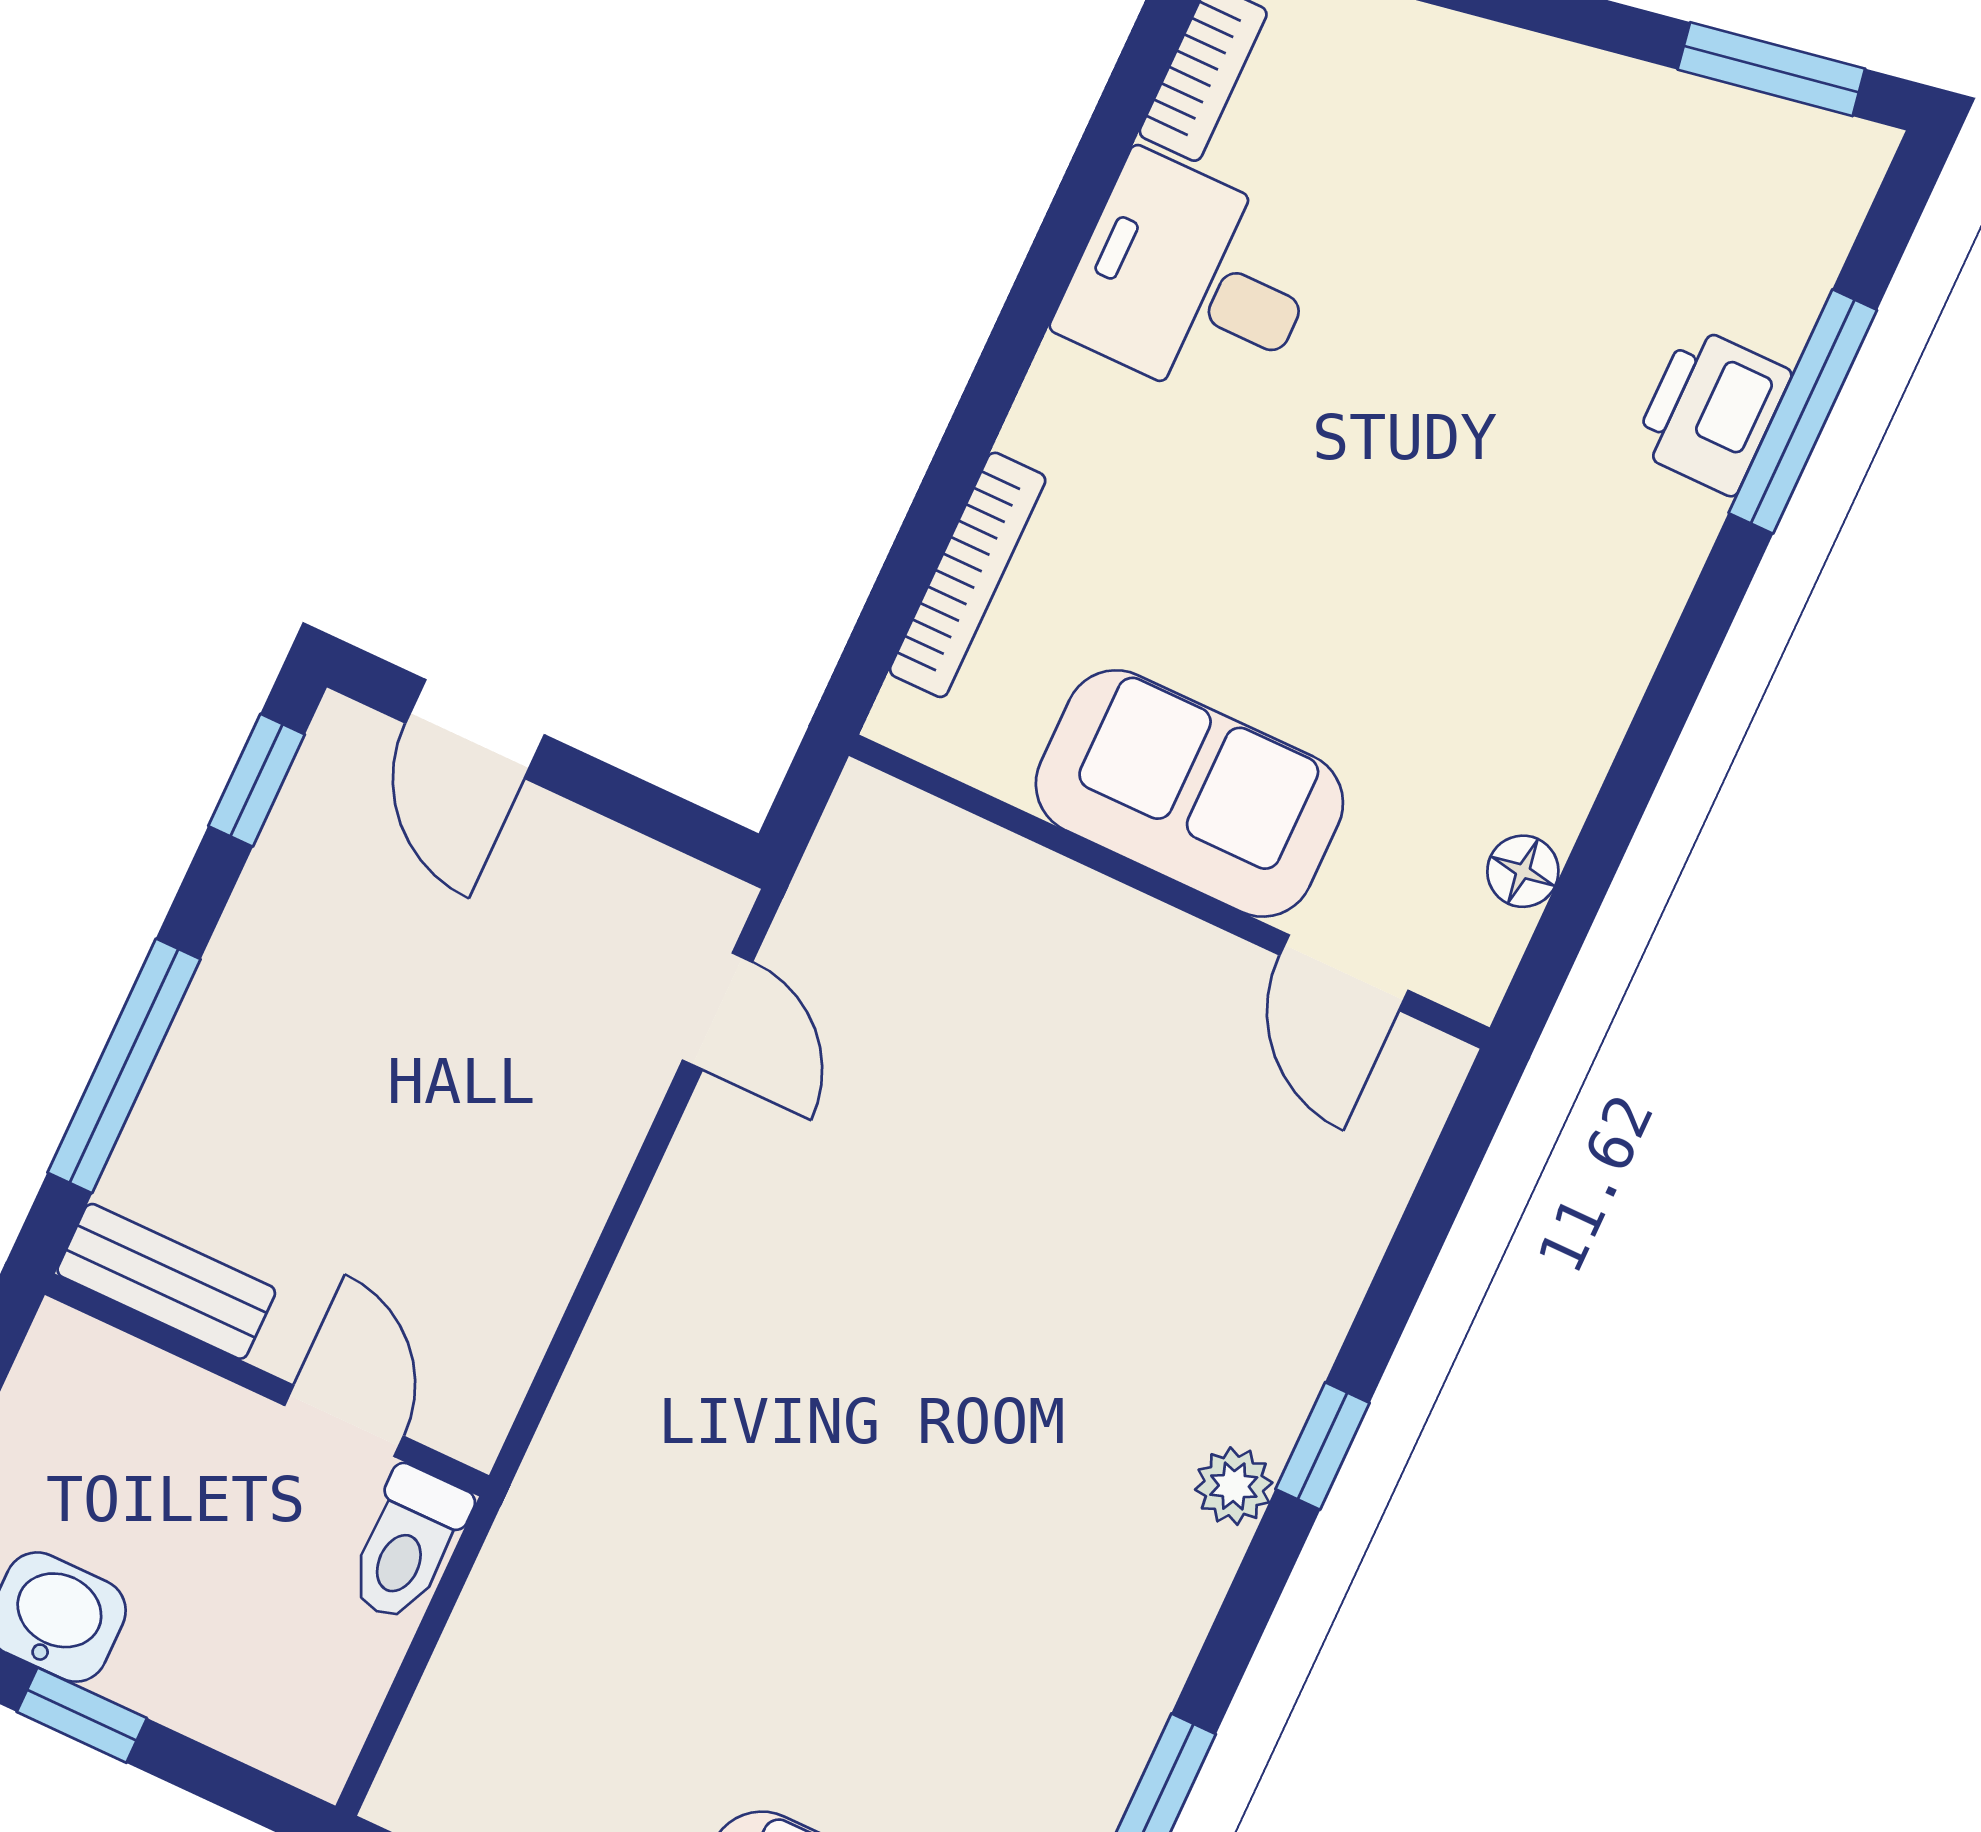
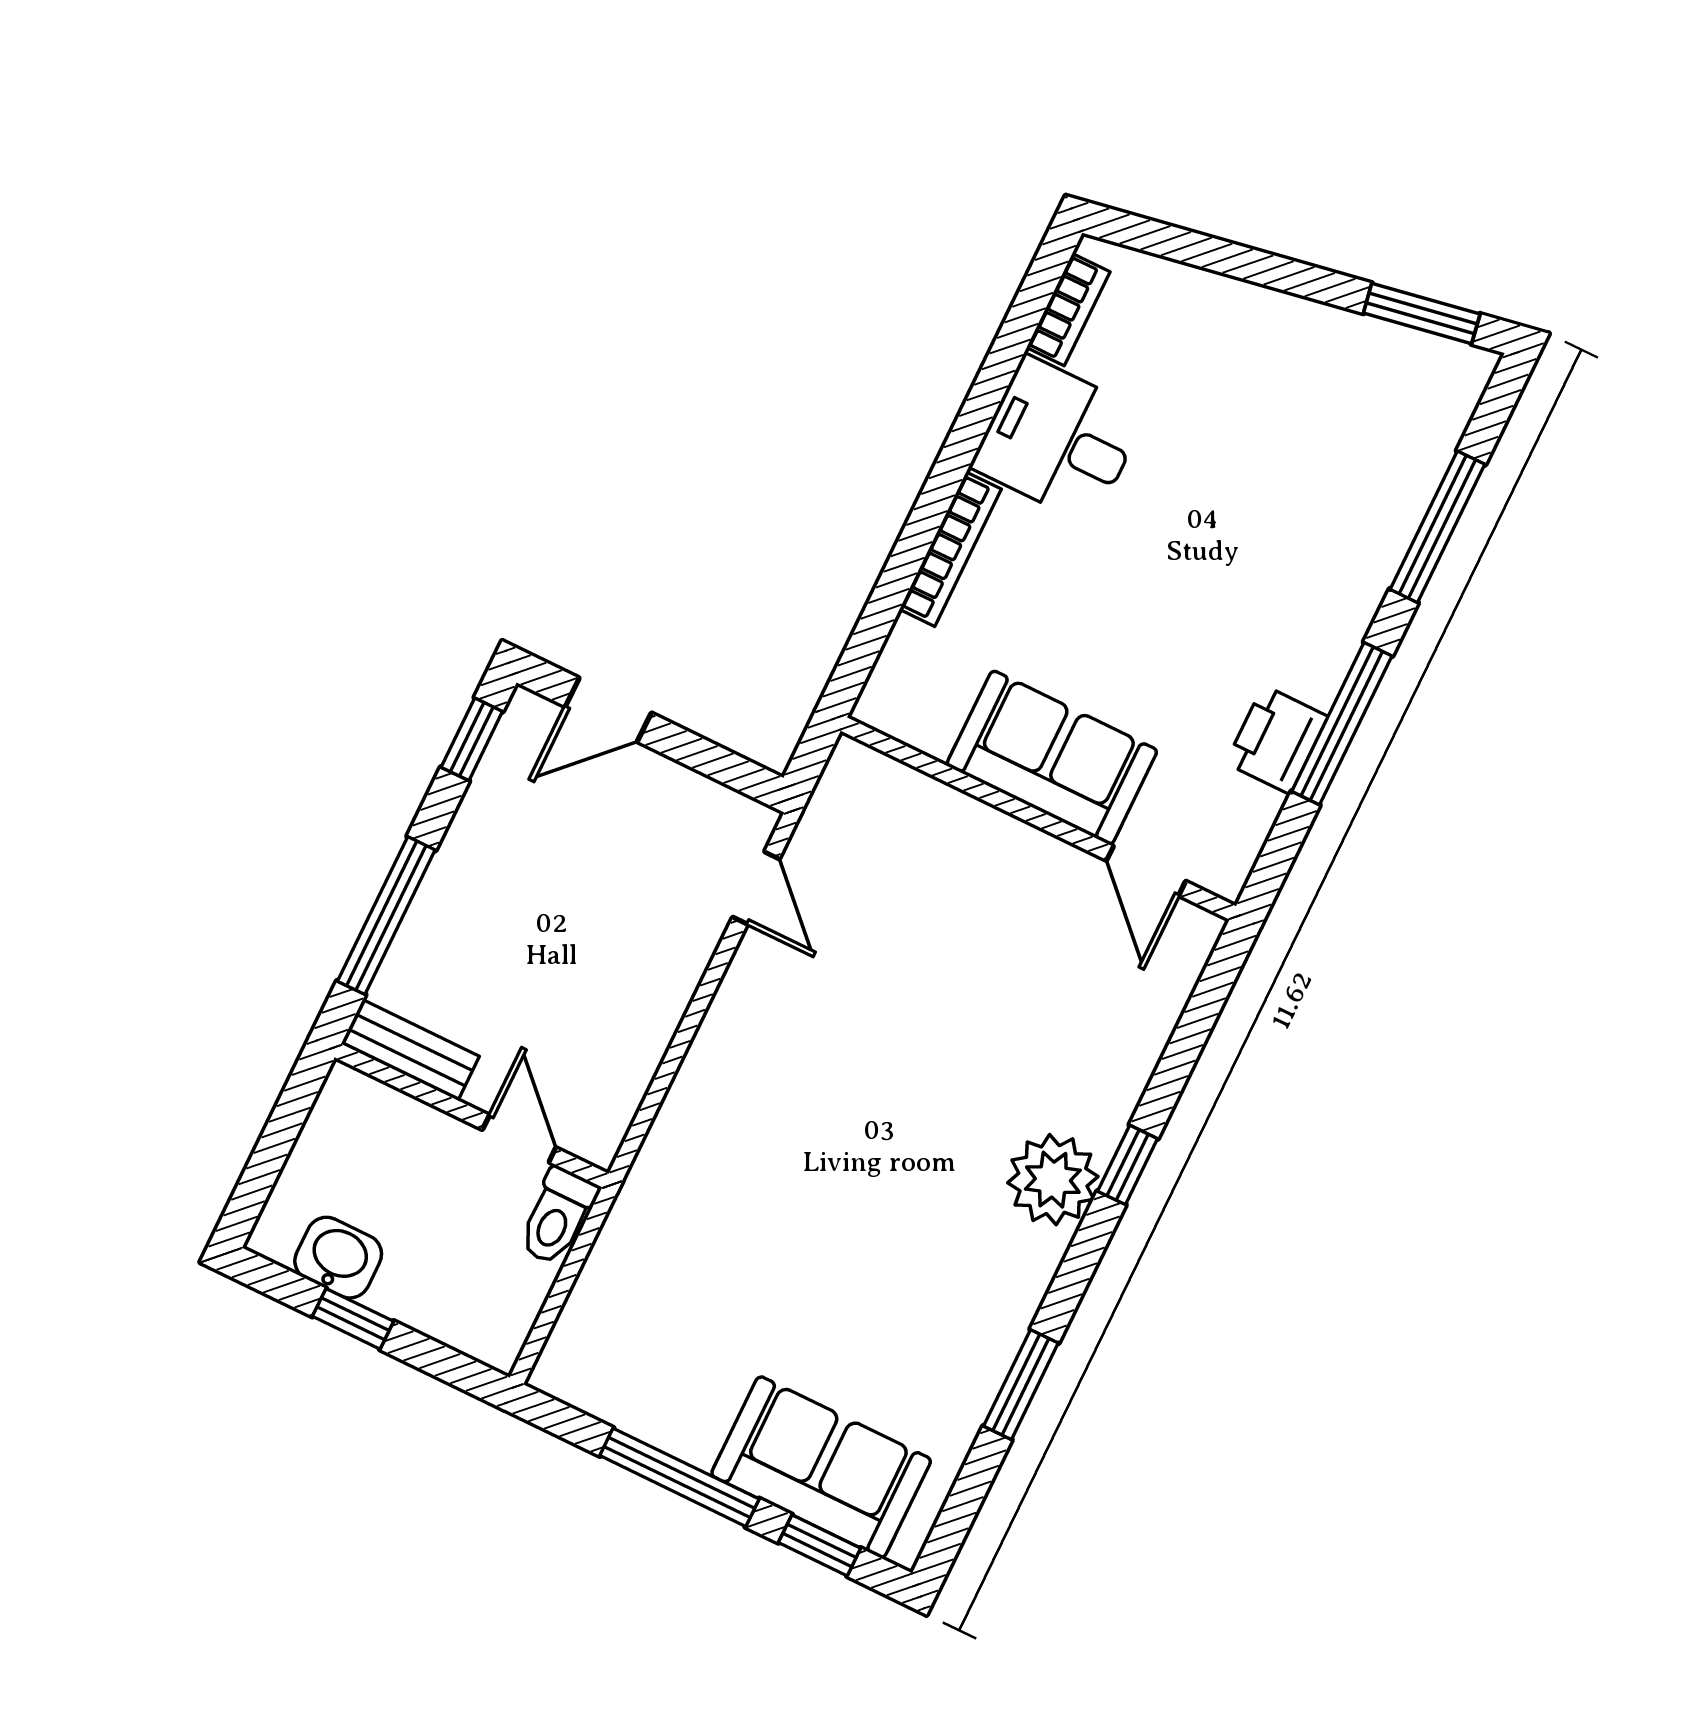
printer: (1712, 411) -> (1277, 740), moved
bookcase: (968, 575) -> (950, 549), moved
door: (475, 729) -> (608, 710), hinge flipped
window: (1655, 731) -> (1342, 724), added
floor lamp: (1523, 871) -> (1258, 810), removed
plant: (1234, 1486) -> (1053, 1180), width x1.87, depth x1.87

